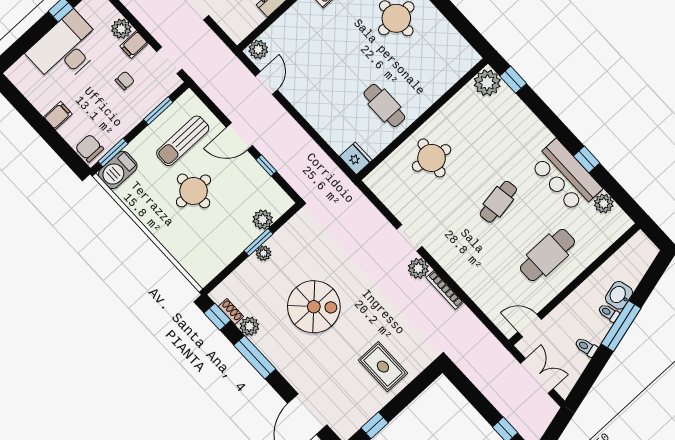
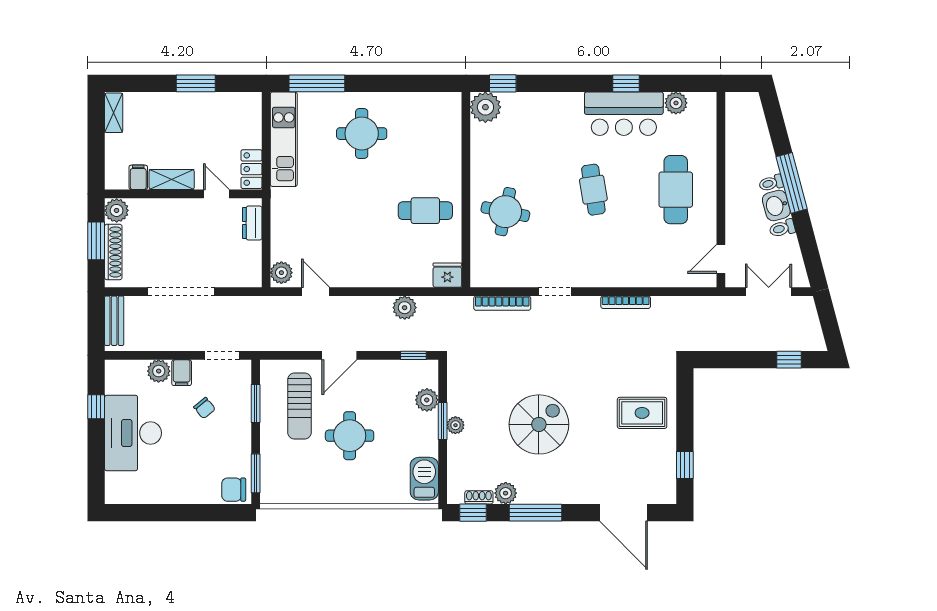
chair: (125, 81) -> (205, 408), turned 141
filing cabinet: (58, 116) -> (182, 491), removed
window: (266, 165) -> (413, 355), moved
barbecue: (118, 170) -> (424, 479), moved, turned 180
bookcase: (370, 211) -> (502, 303), added
plant: (418, 268) -> (405, 308), moved
washbasin: (619, 295) -> (776, 206), moved

